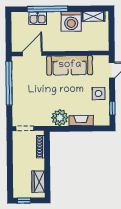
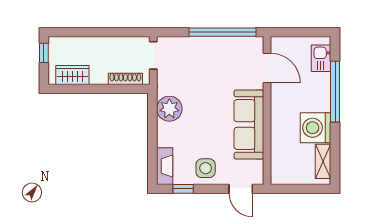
kitchen sink: (38, 18) -> (321, 58), moved
fireplace: (81, 121) -> (165, 166), moved

